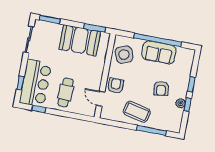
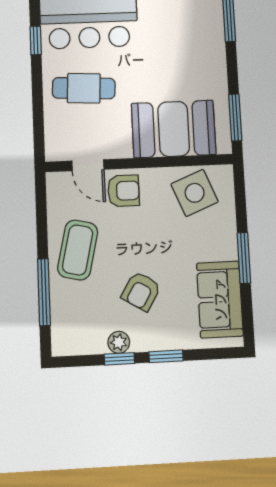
booth: (80, 40) -> (174, 129), moved, turned 90
window: (158, 40) -> (244, 258), width x0.47
sofa: (159, 52) -> (220, 299), moved
armchair: (161, 88) -> (141, 291), turned -51
door: (101, 99) -> (88, 165), swing flipped

